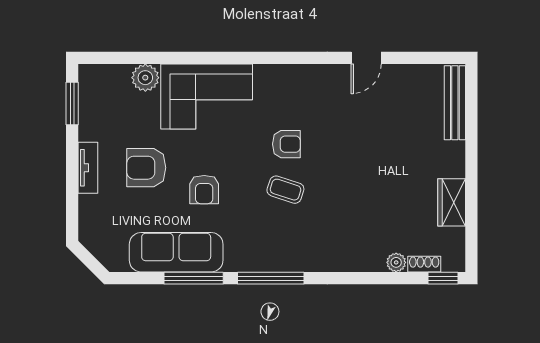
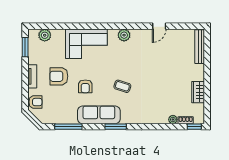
plant: (289, 77) -> (124, 35), added
plant: (145, 78) -> (45, 35), moved
armchair: (286, 144) -> (35, 102), moved
sofa: (176, 252) -> (99, 115), moved
window: (194, 278) -> (68, 127), moved
window: (271, 278) -> (116, 127), width x0.69

